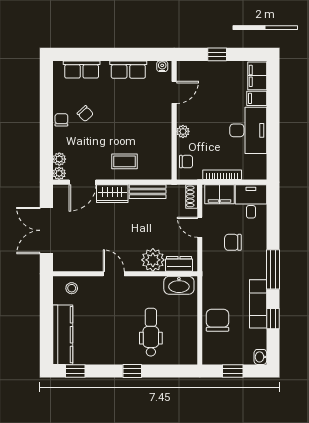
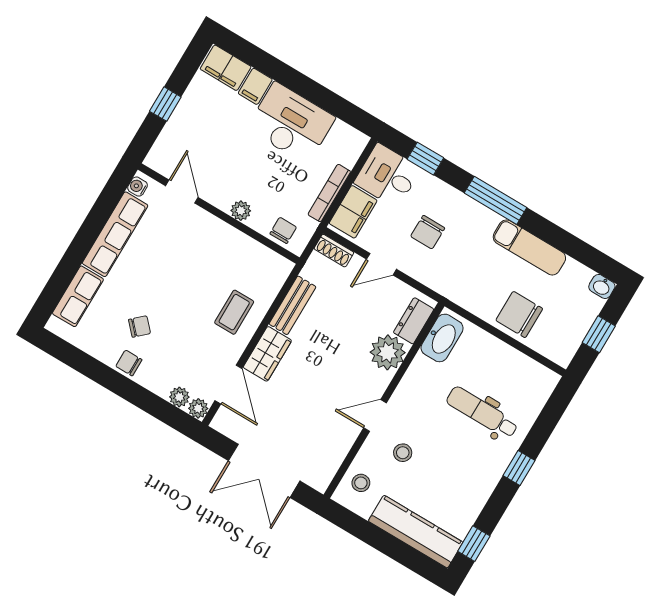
row of seats: (128, 70) -> (115, 234), width x1.48
stool: (102, 301) -> (403, 453), added
window: (273, 319) -> (425, 159), moved

